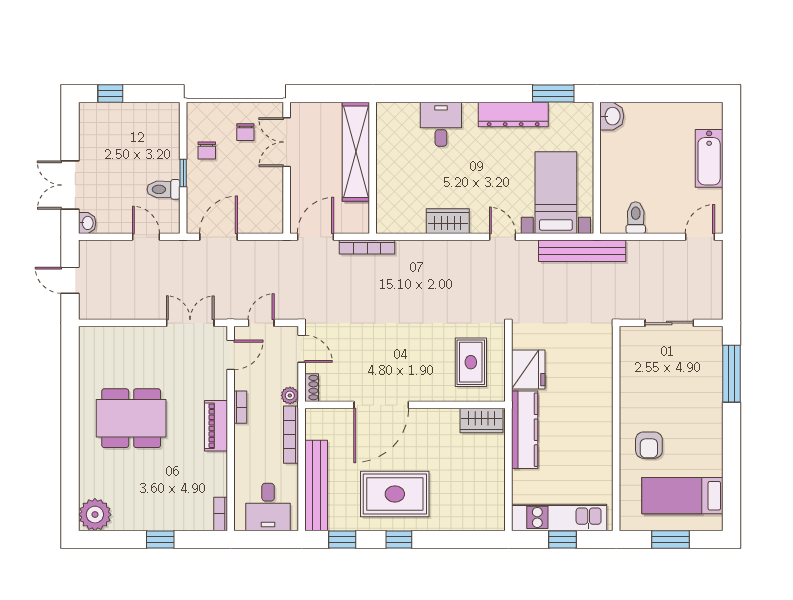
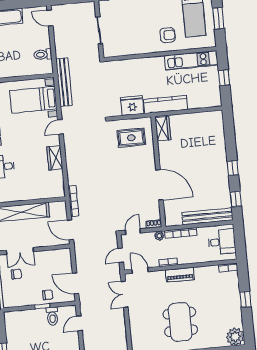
chair: (207, 151) -> (48, 295), moved
door: (261, 323) -> (121, 255), hinge flipped
rug: (395, 494) -> (208, 173), removed
kitchen unit: (559, 517) -> (191, 60), moved, turned -90

